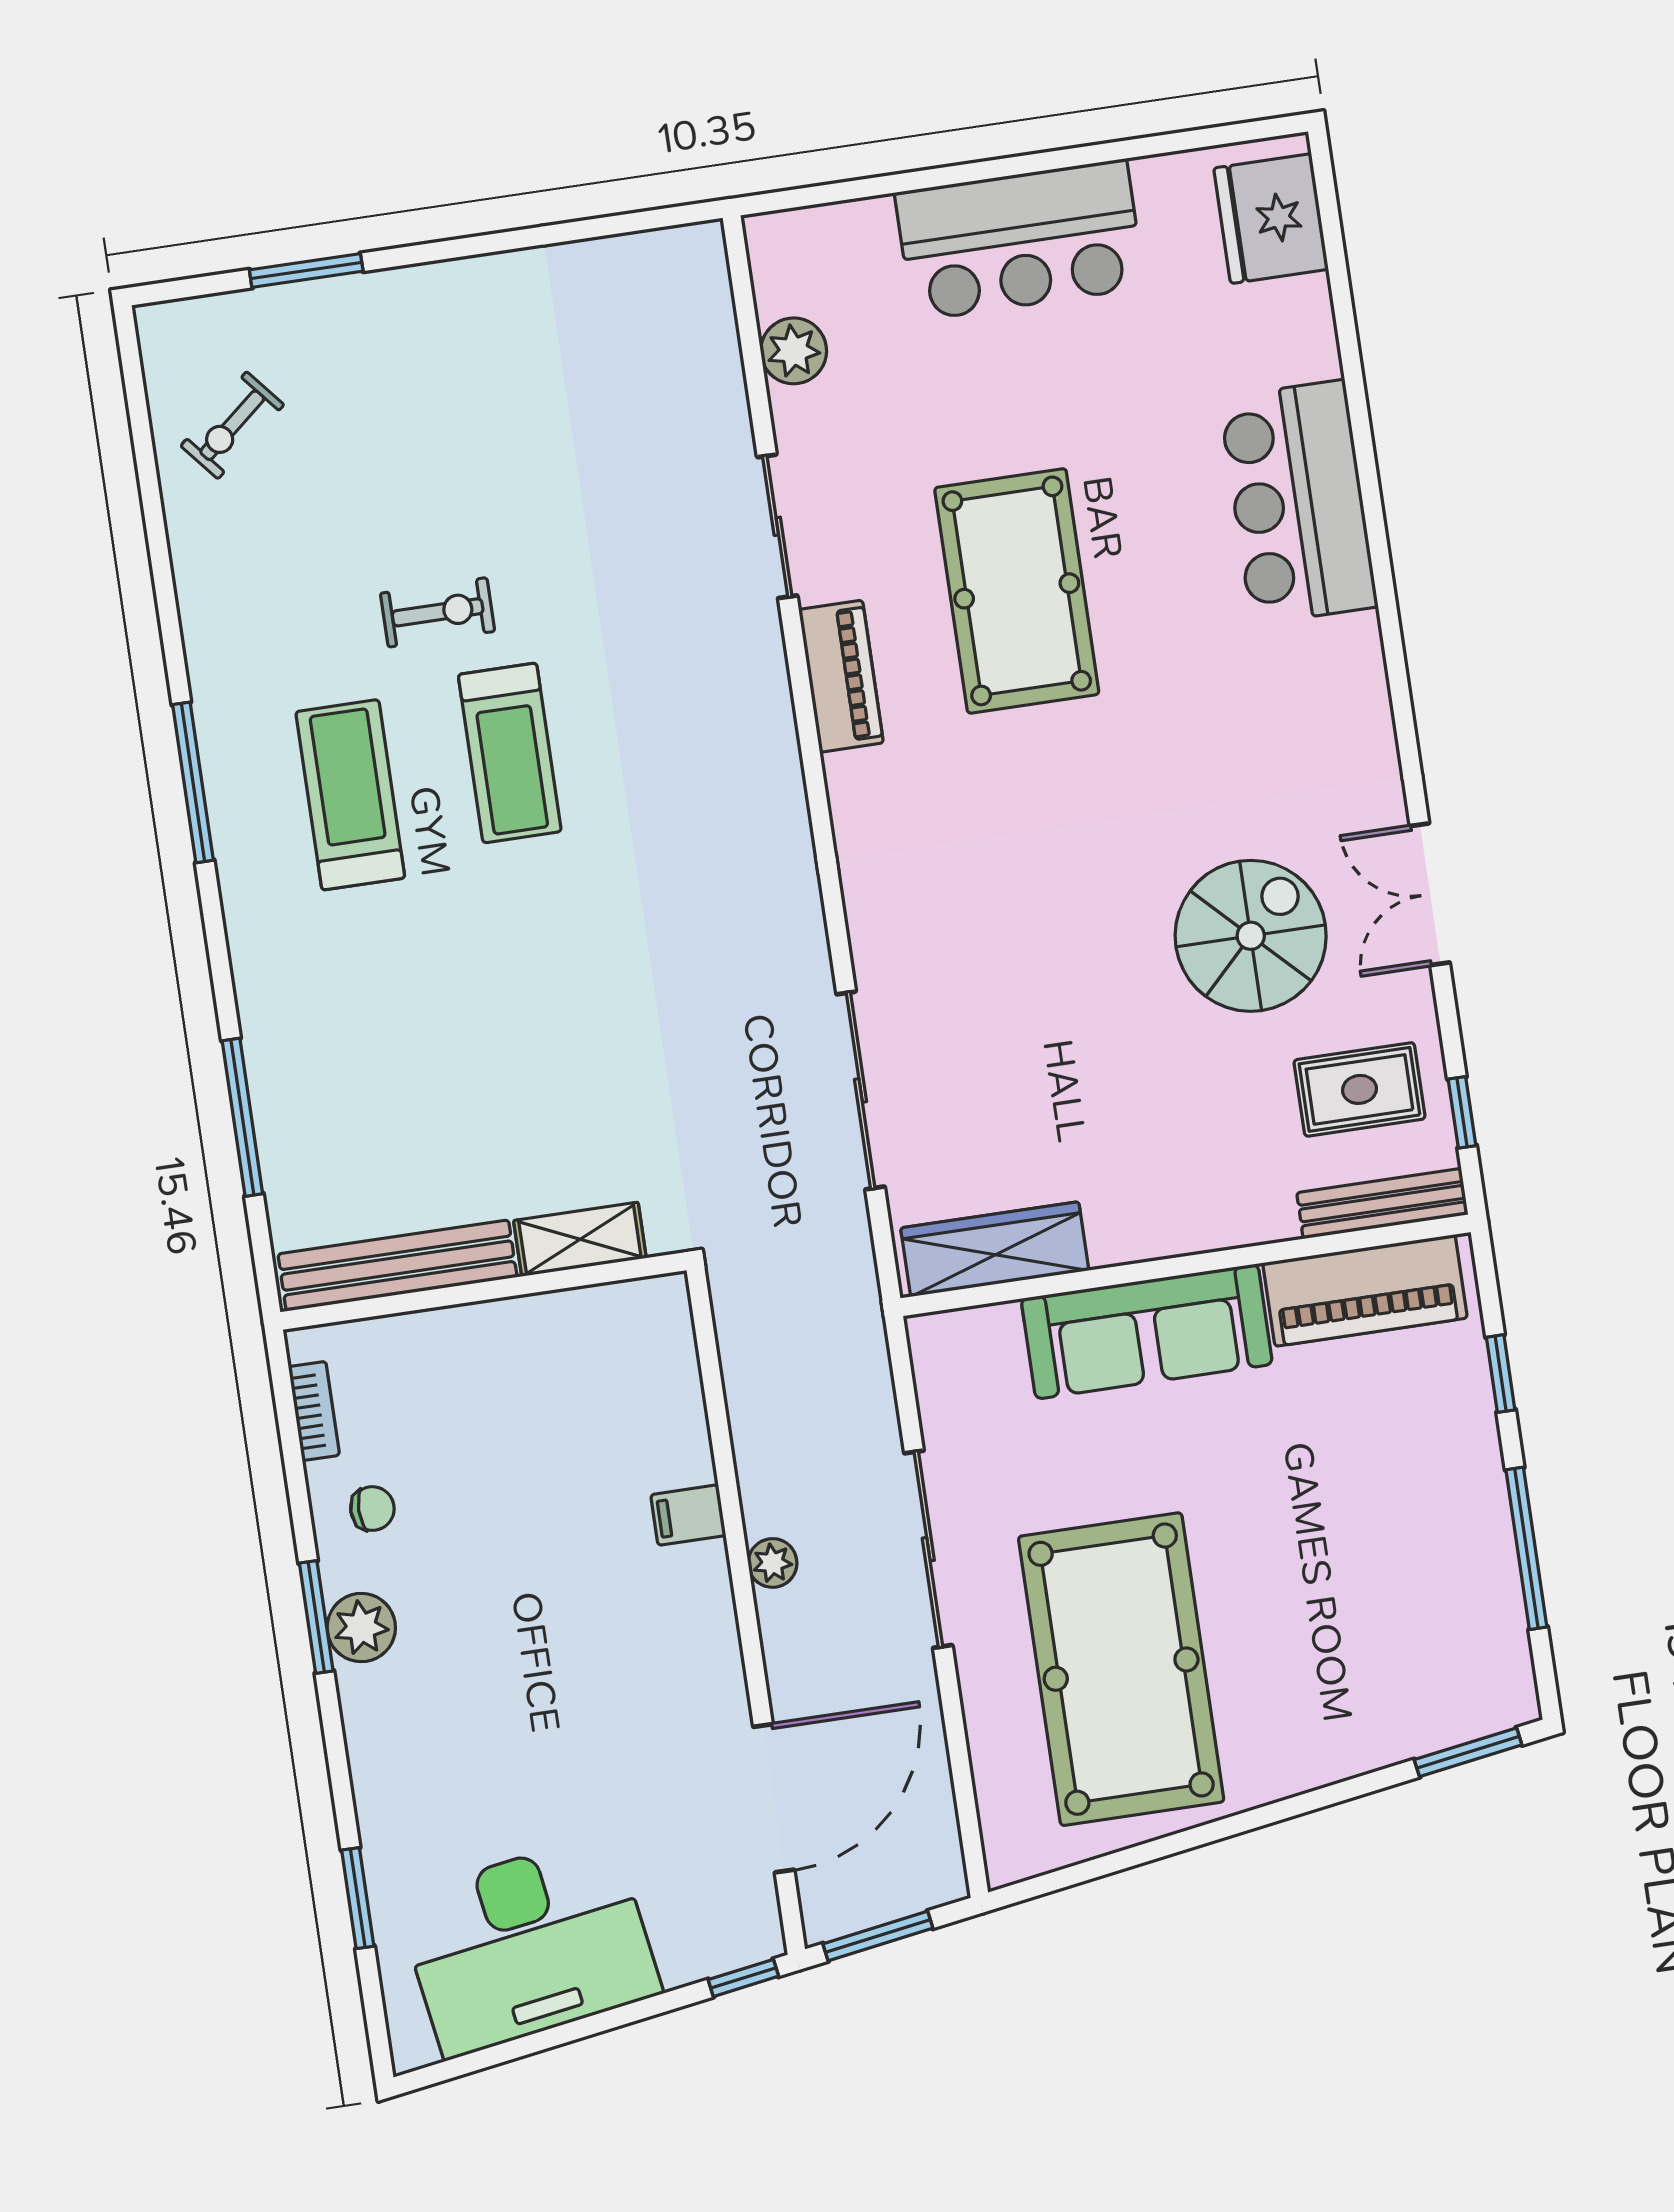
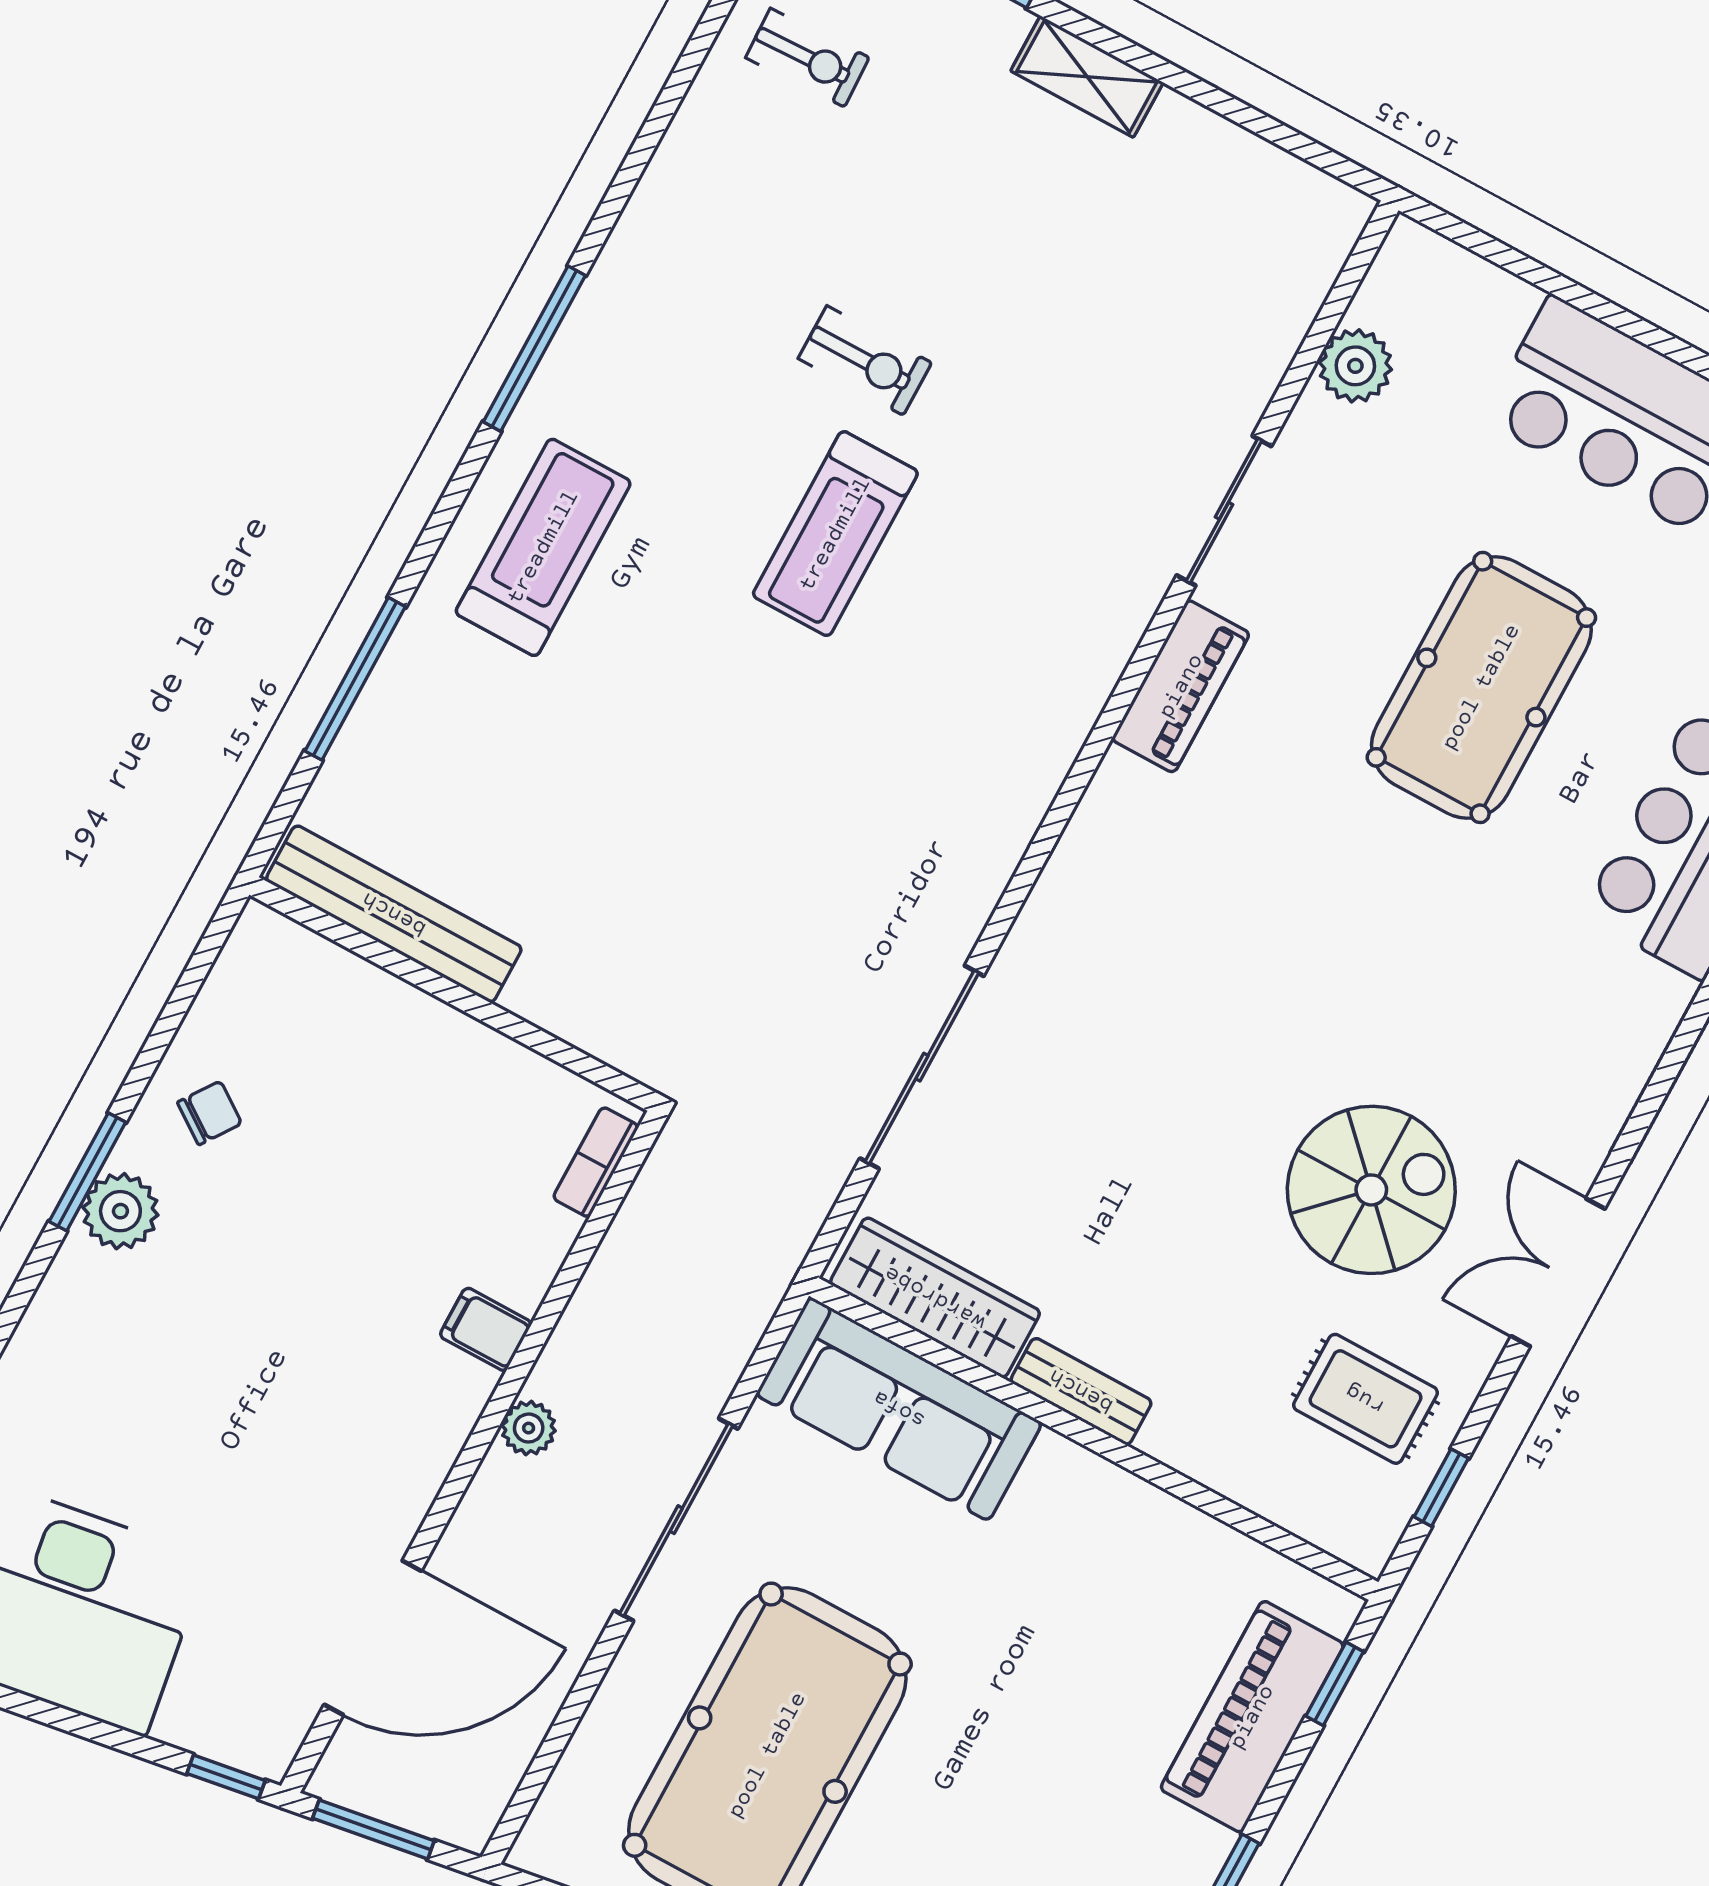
exercise bike: (232, 425) -> (807, 58), turned -142
pool table: (1017, 591) -> (1481, 687), moved
treadmill: (350, 795) -> (543, 547), moved
bench: (1382, 1204) -> (1081, 1391), moved, width x0.73
shelving: (580, 1239) -> (1087, 77), moved
piano: (1365, 1290) -> (1252, 1717), moved, turned 90
sofa: (1147, 1331) -> (899, 1409), moved
window: (1501, 1374) -> (1335, 1684), moved
bookcase: (314, 1411) -> (596, 1162), moved, turned 180
chair: (372, 1509) -> (210, 1113), turned -55

